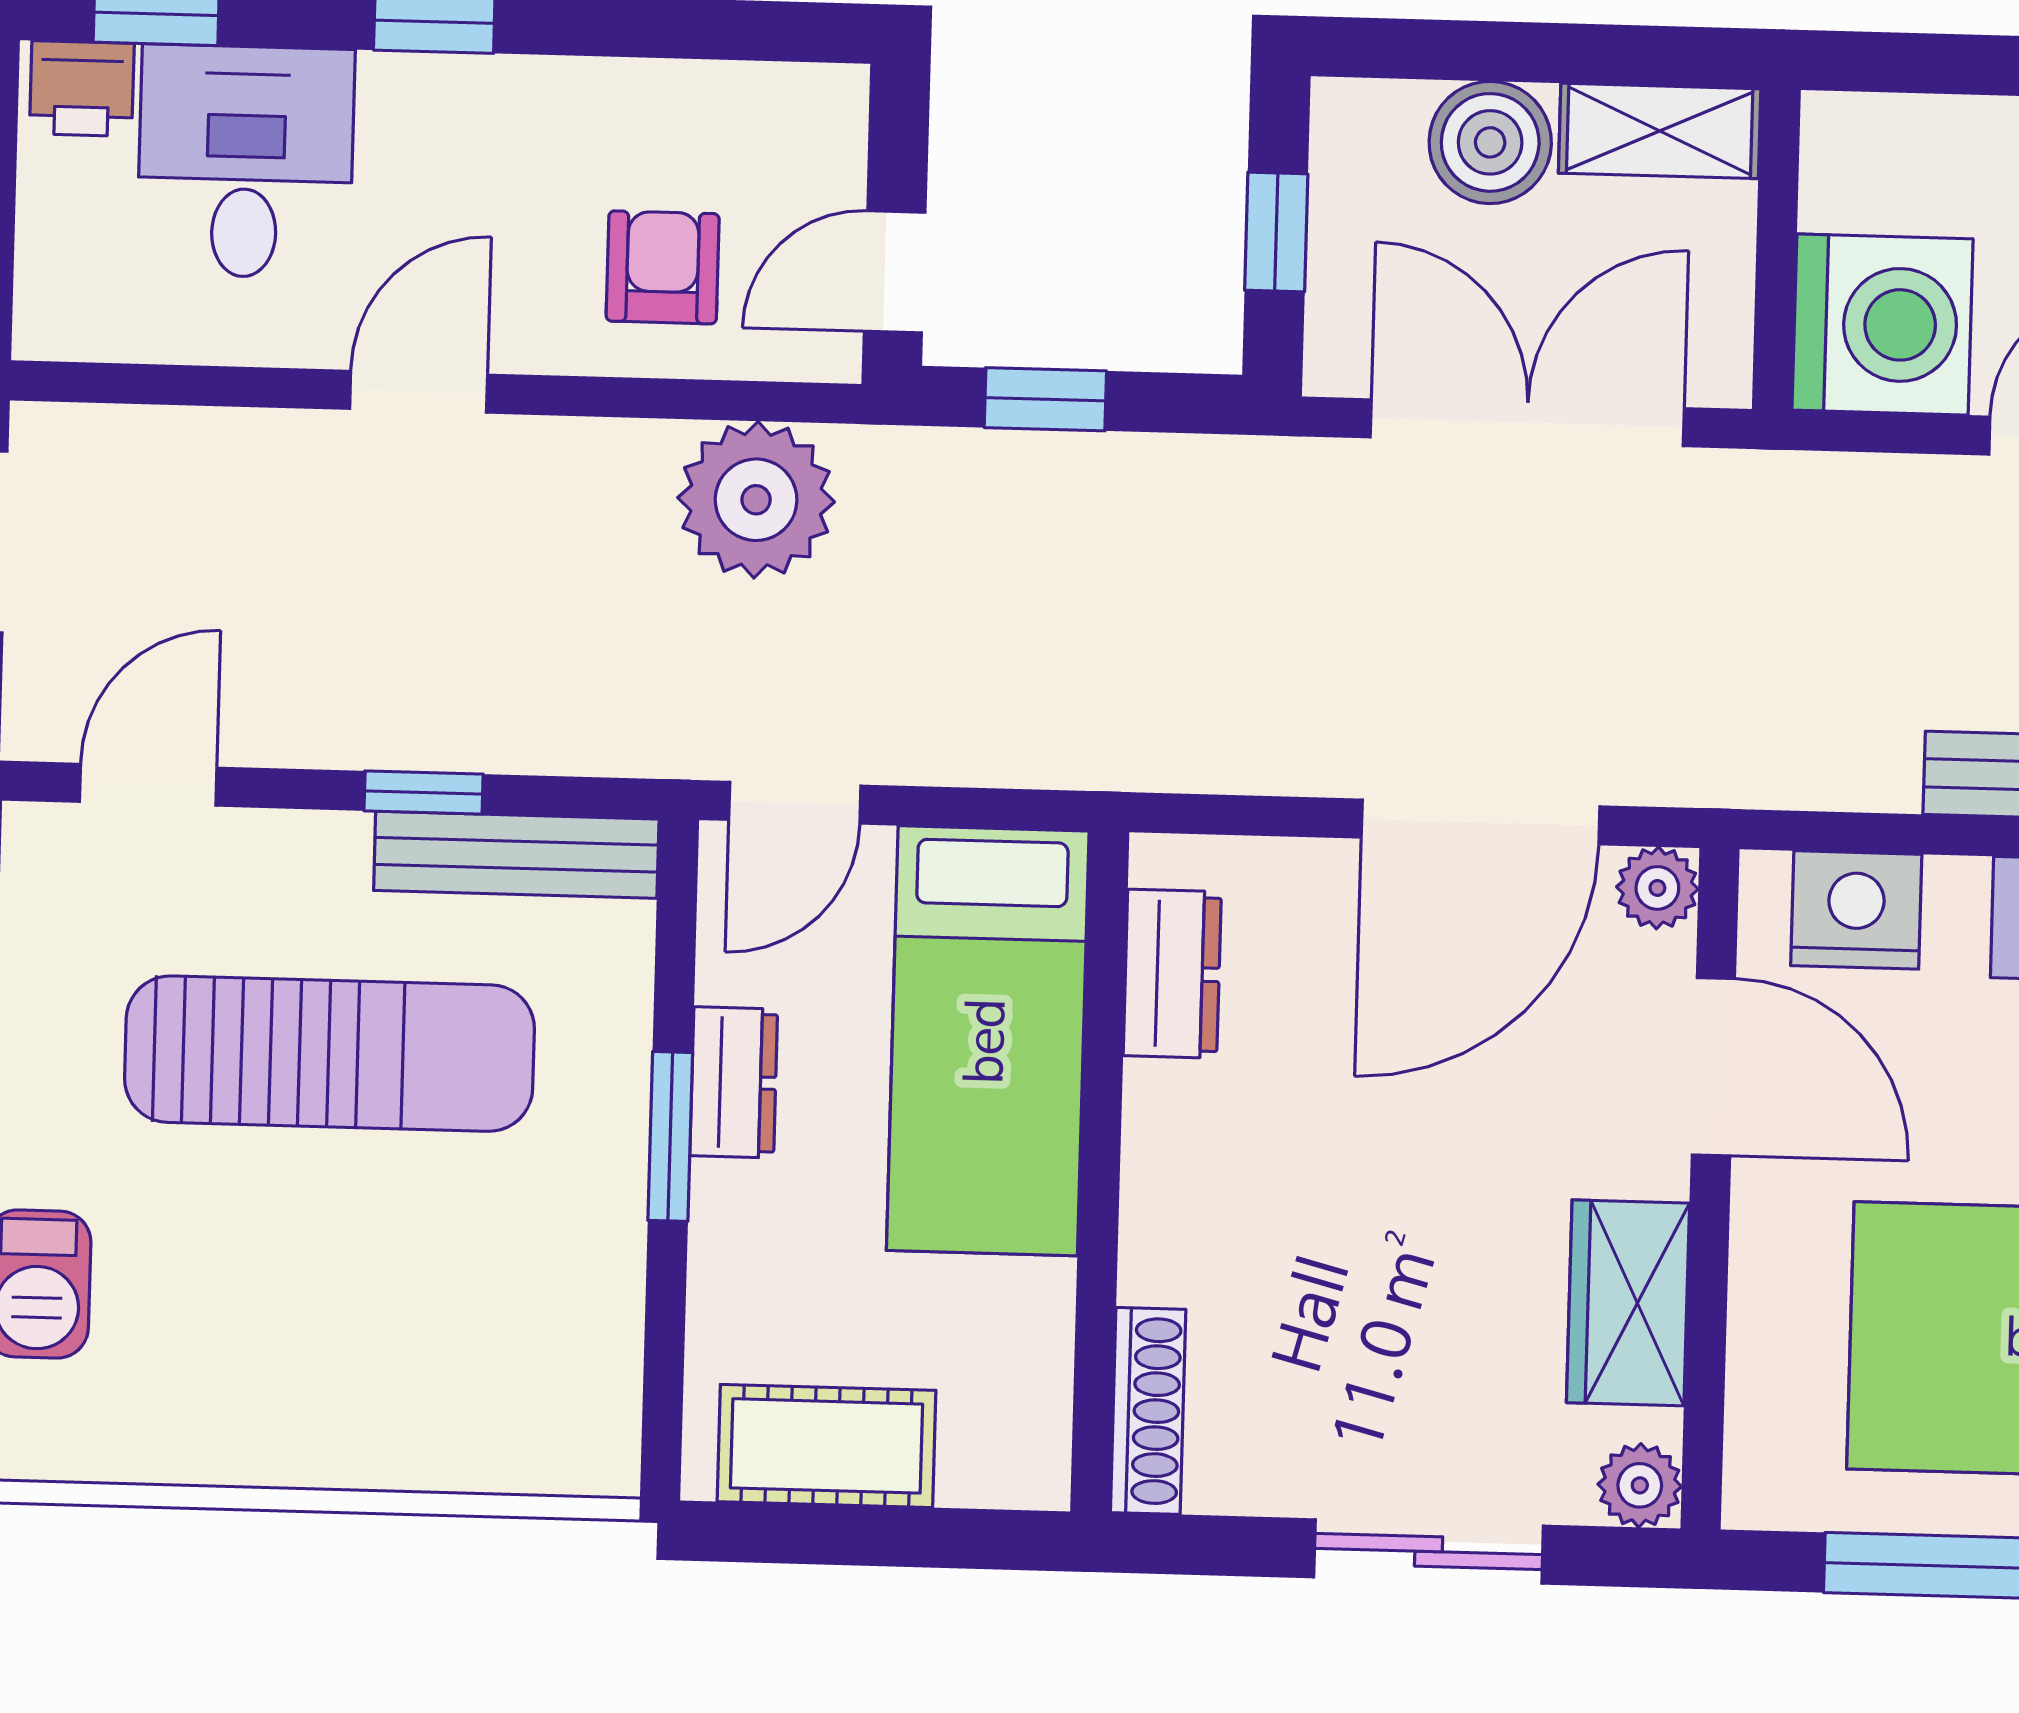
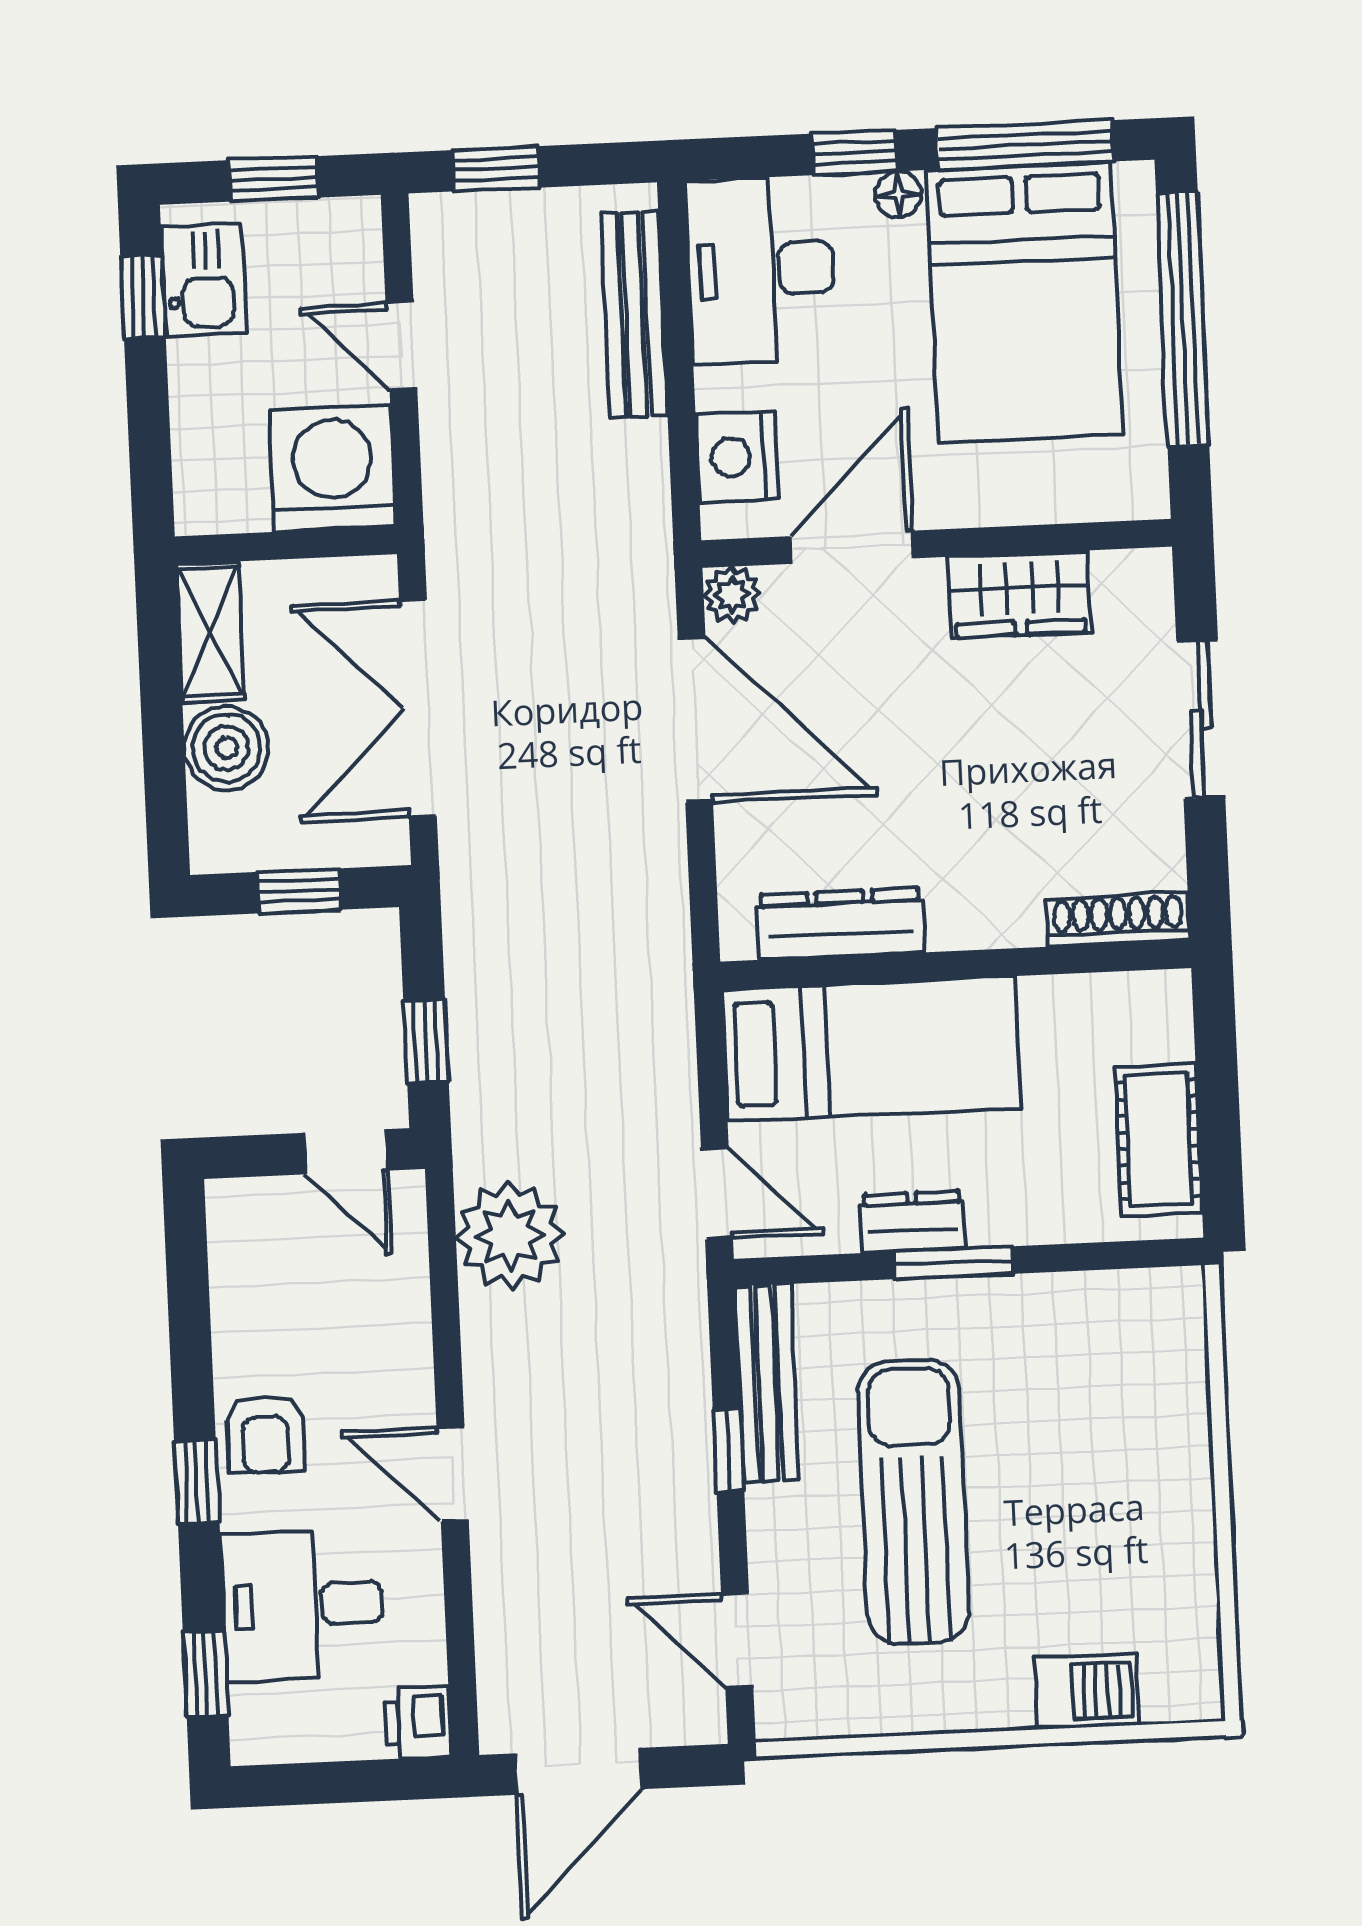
printer: (82, 88) -> (418, 1722), moved, turned 180
armchair: (663, 267) -> (265, 1433), moved, turned -90
dresser: (1172, 974) -> (841, 924), width x1.44
plant: (1640, 1485) -> (1145, 577), removed

